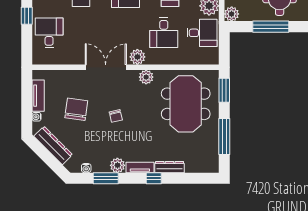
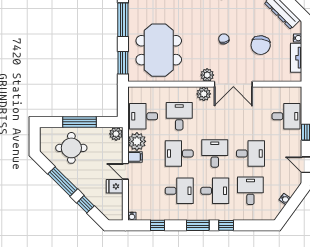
desk: (49, 33) -> (286, 116), turned -90
plant: (146, 77) -> (207, 75), moved

